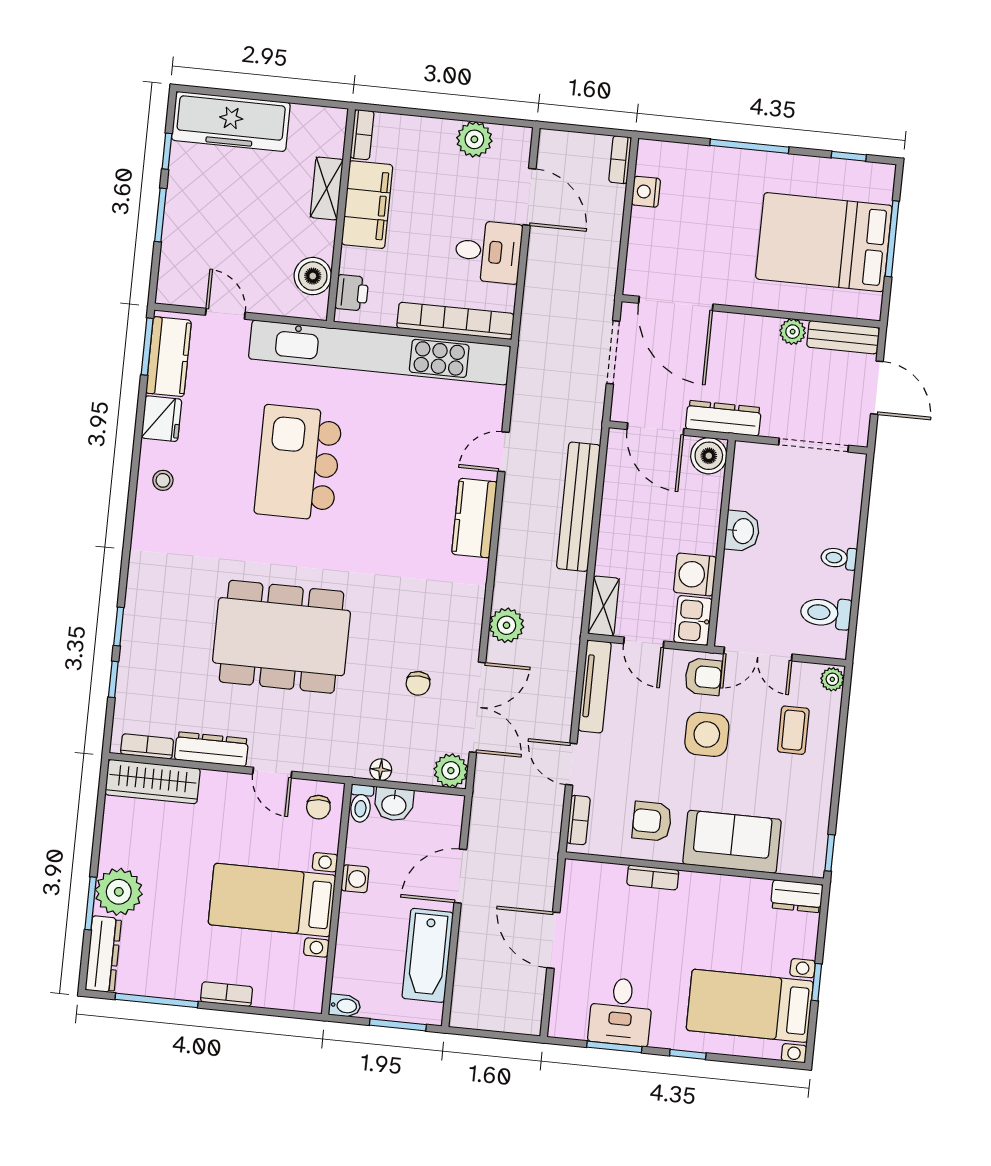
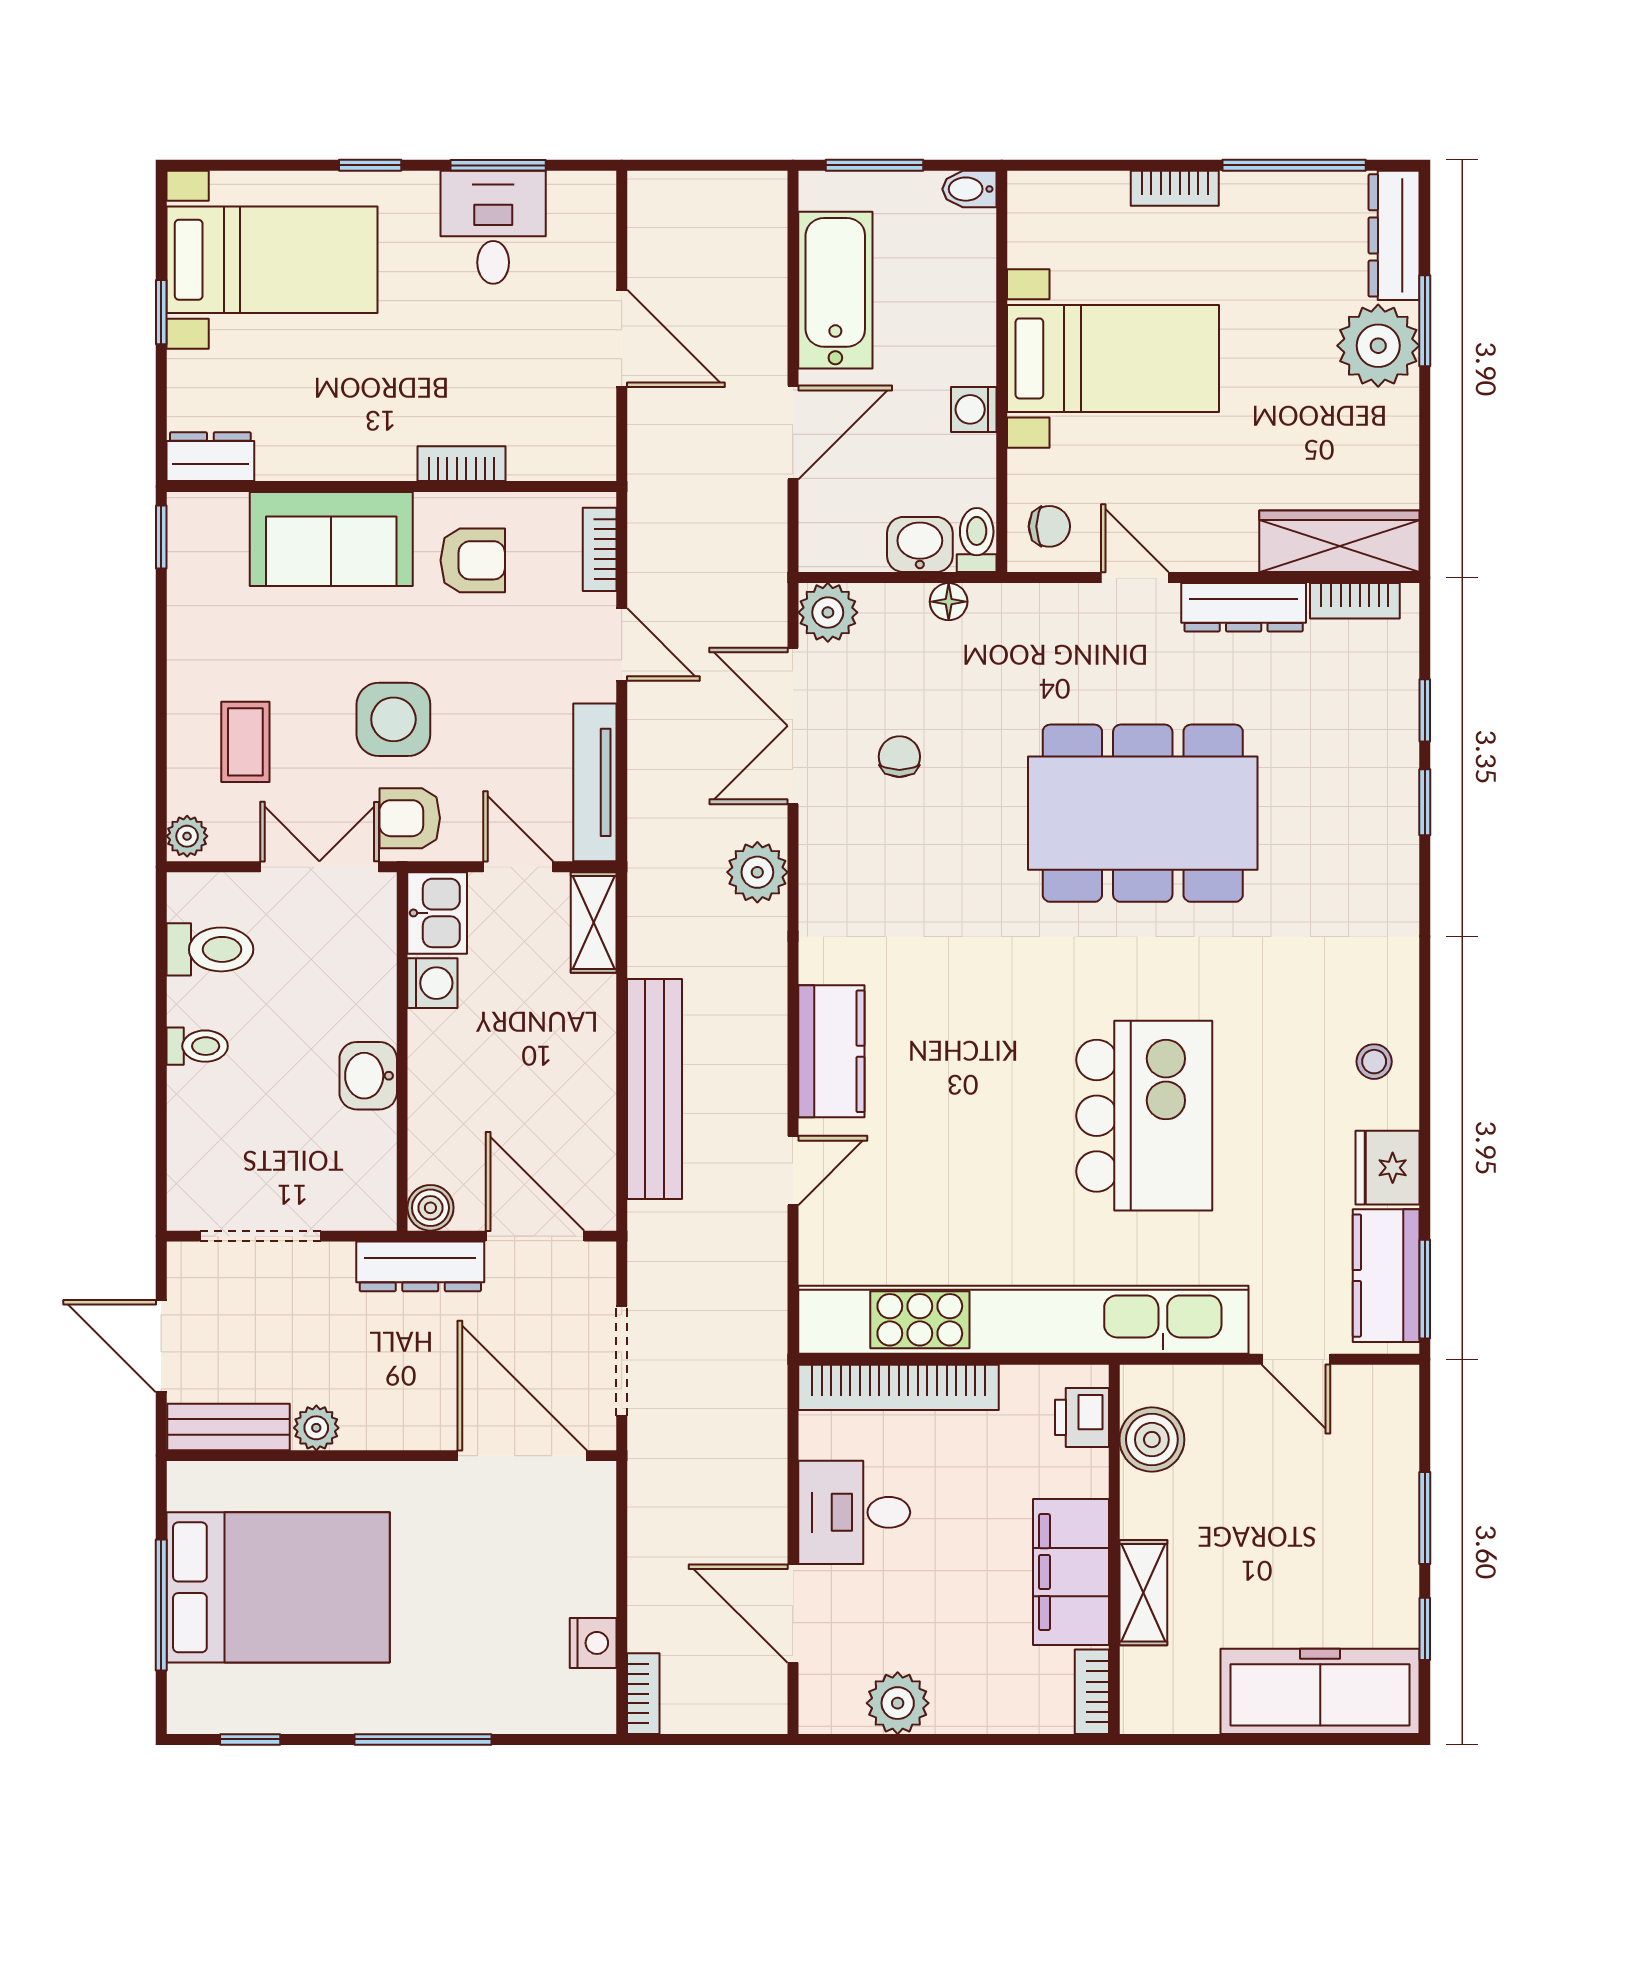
boiler: (709, 456) -> (430, 1208), width x0.73, depth x0.73
washing machine: (695, 575) -> (432, 983), width x0.73, depth x0.73
chair: (318, 807) -> (1049, 526), turned 93

